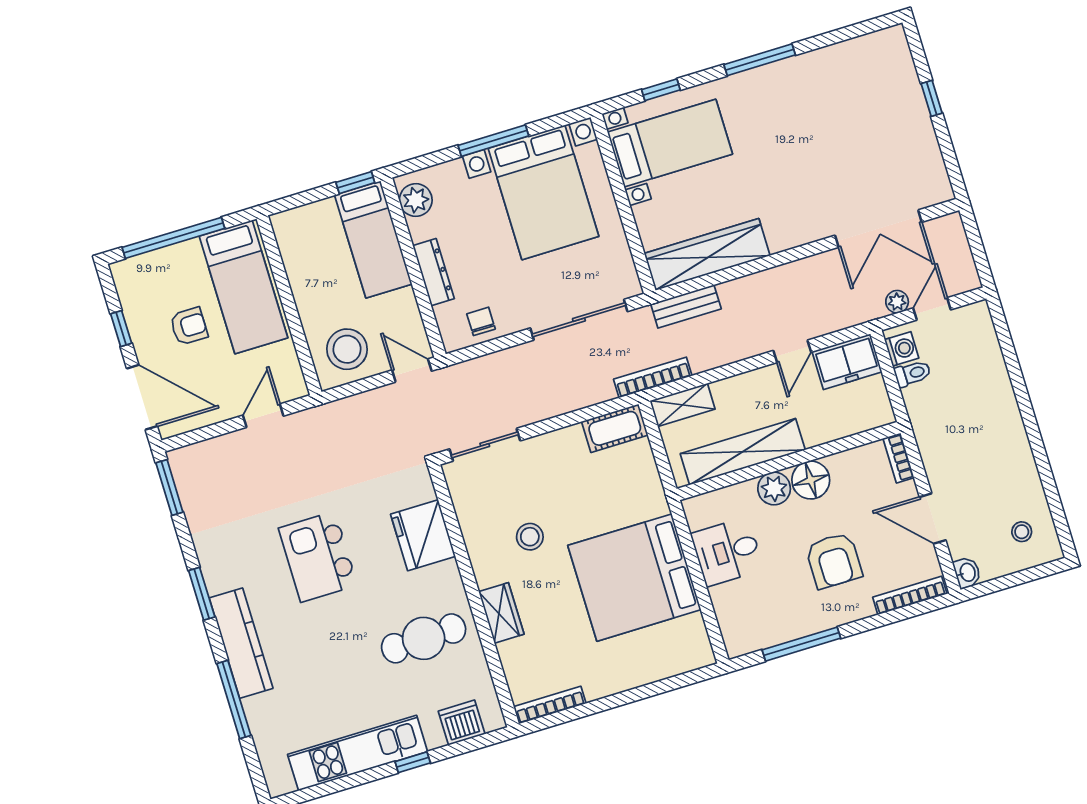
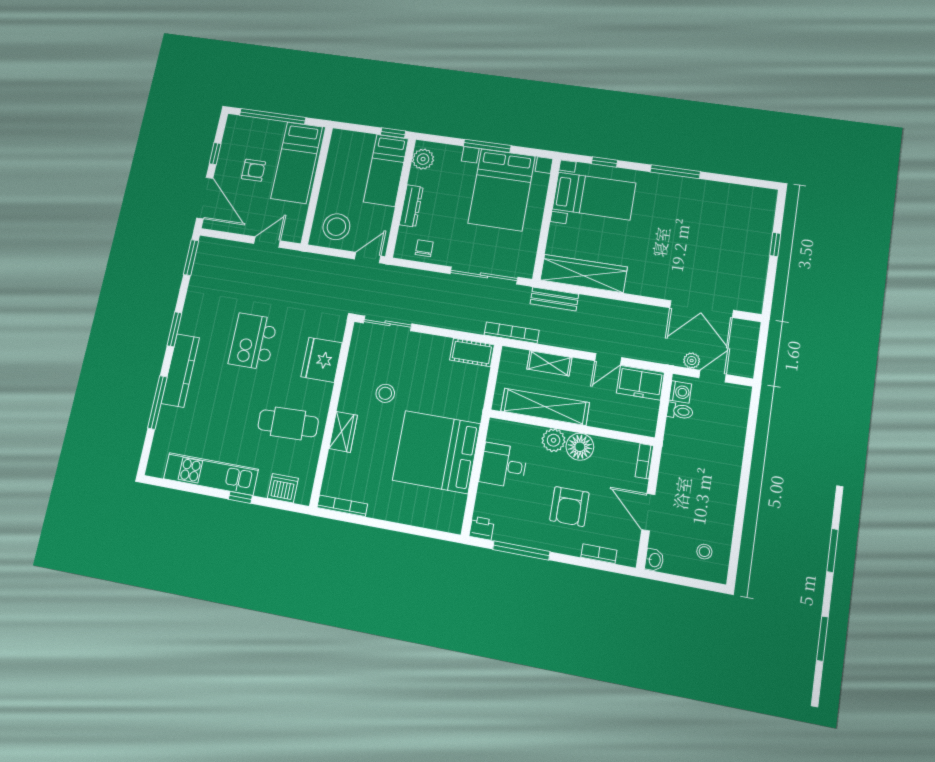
door: (412, 370) -> (368, 258), hinge flipped
shelving: (682, 405) -> (549, 363), moved
bookcase: (910, 595) -> (599, 554), width x0.64
printer: (739, 642) -> (482, 528), added

